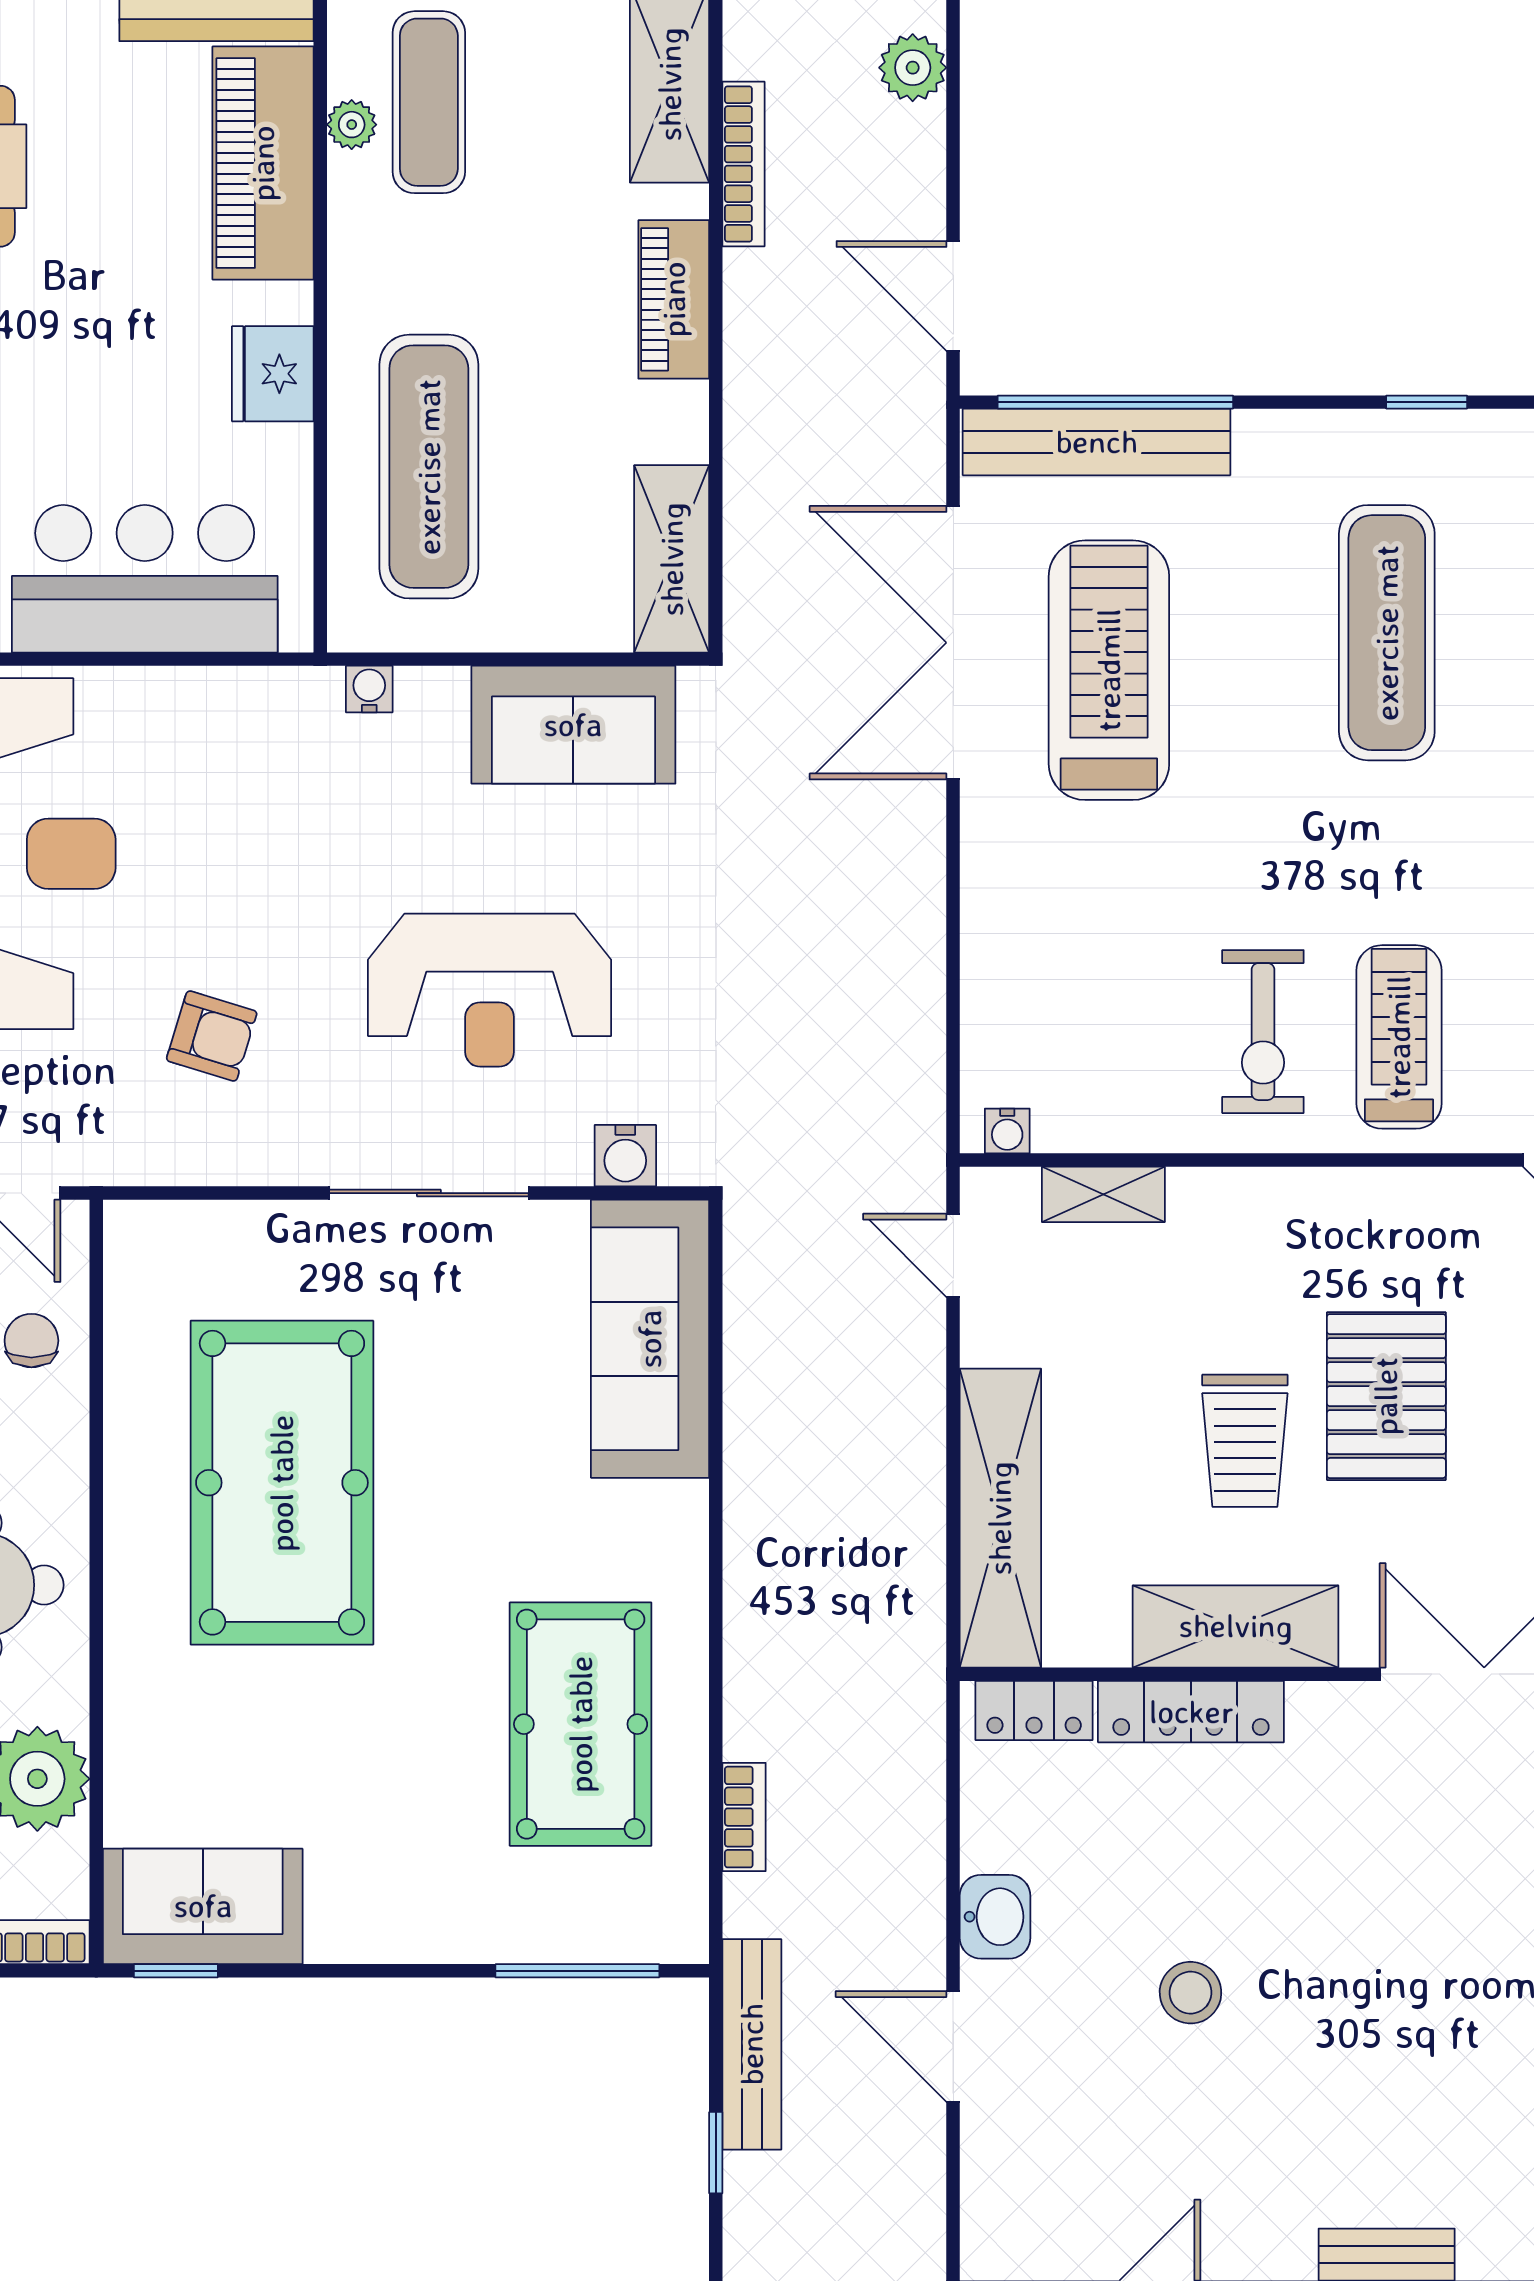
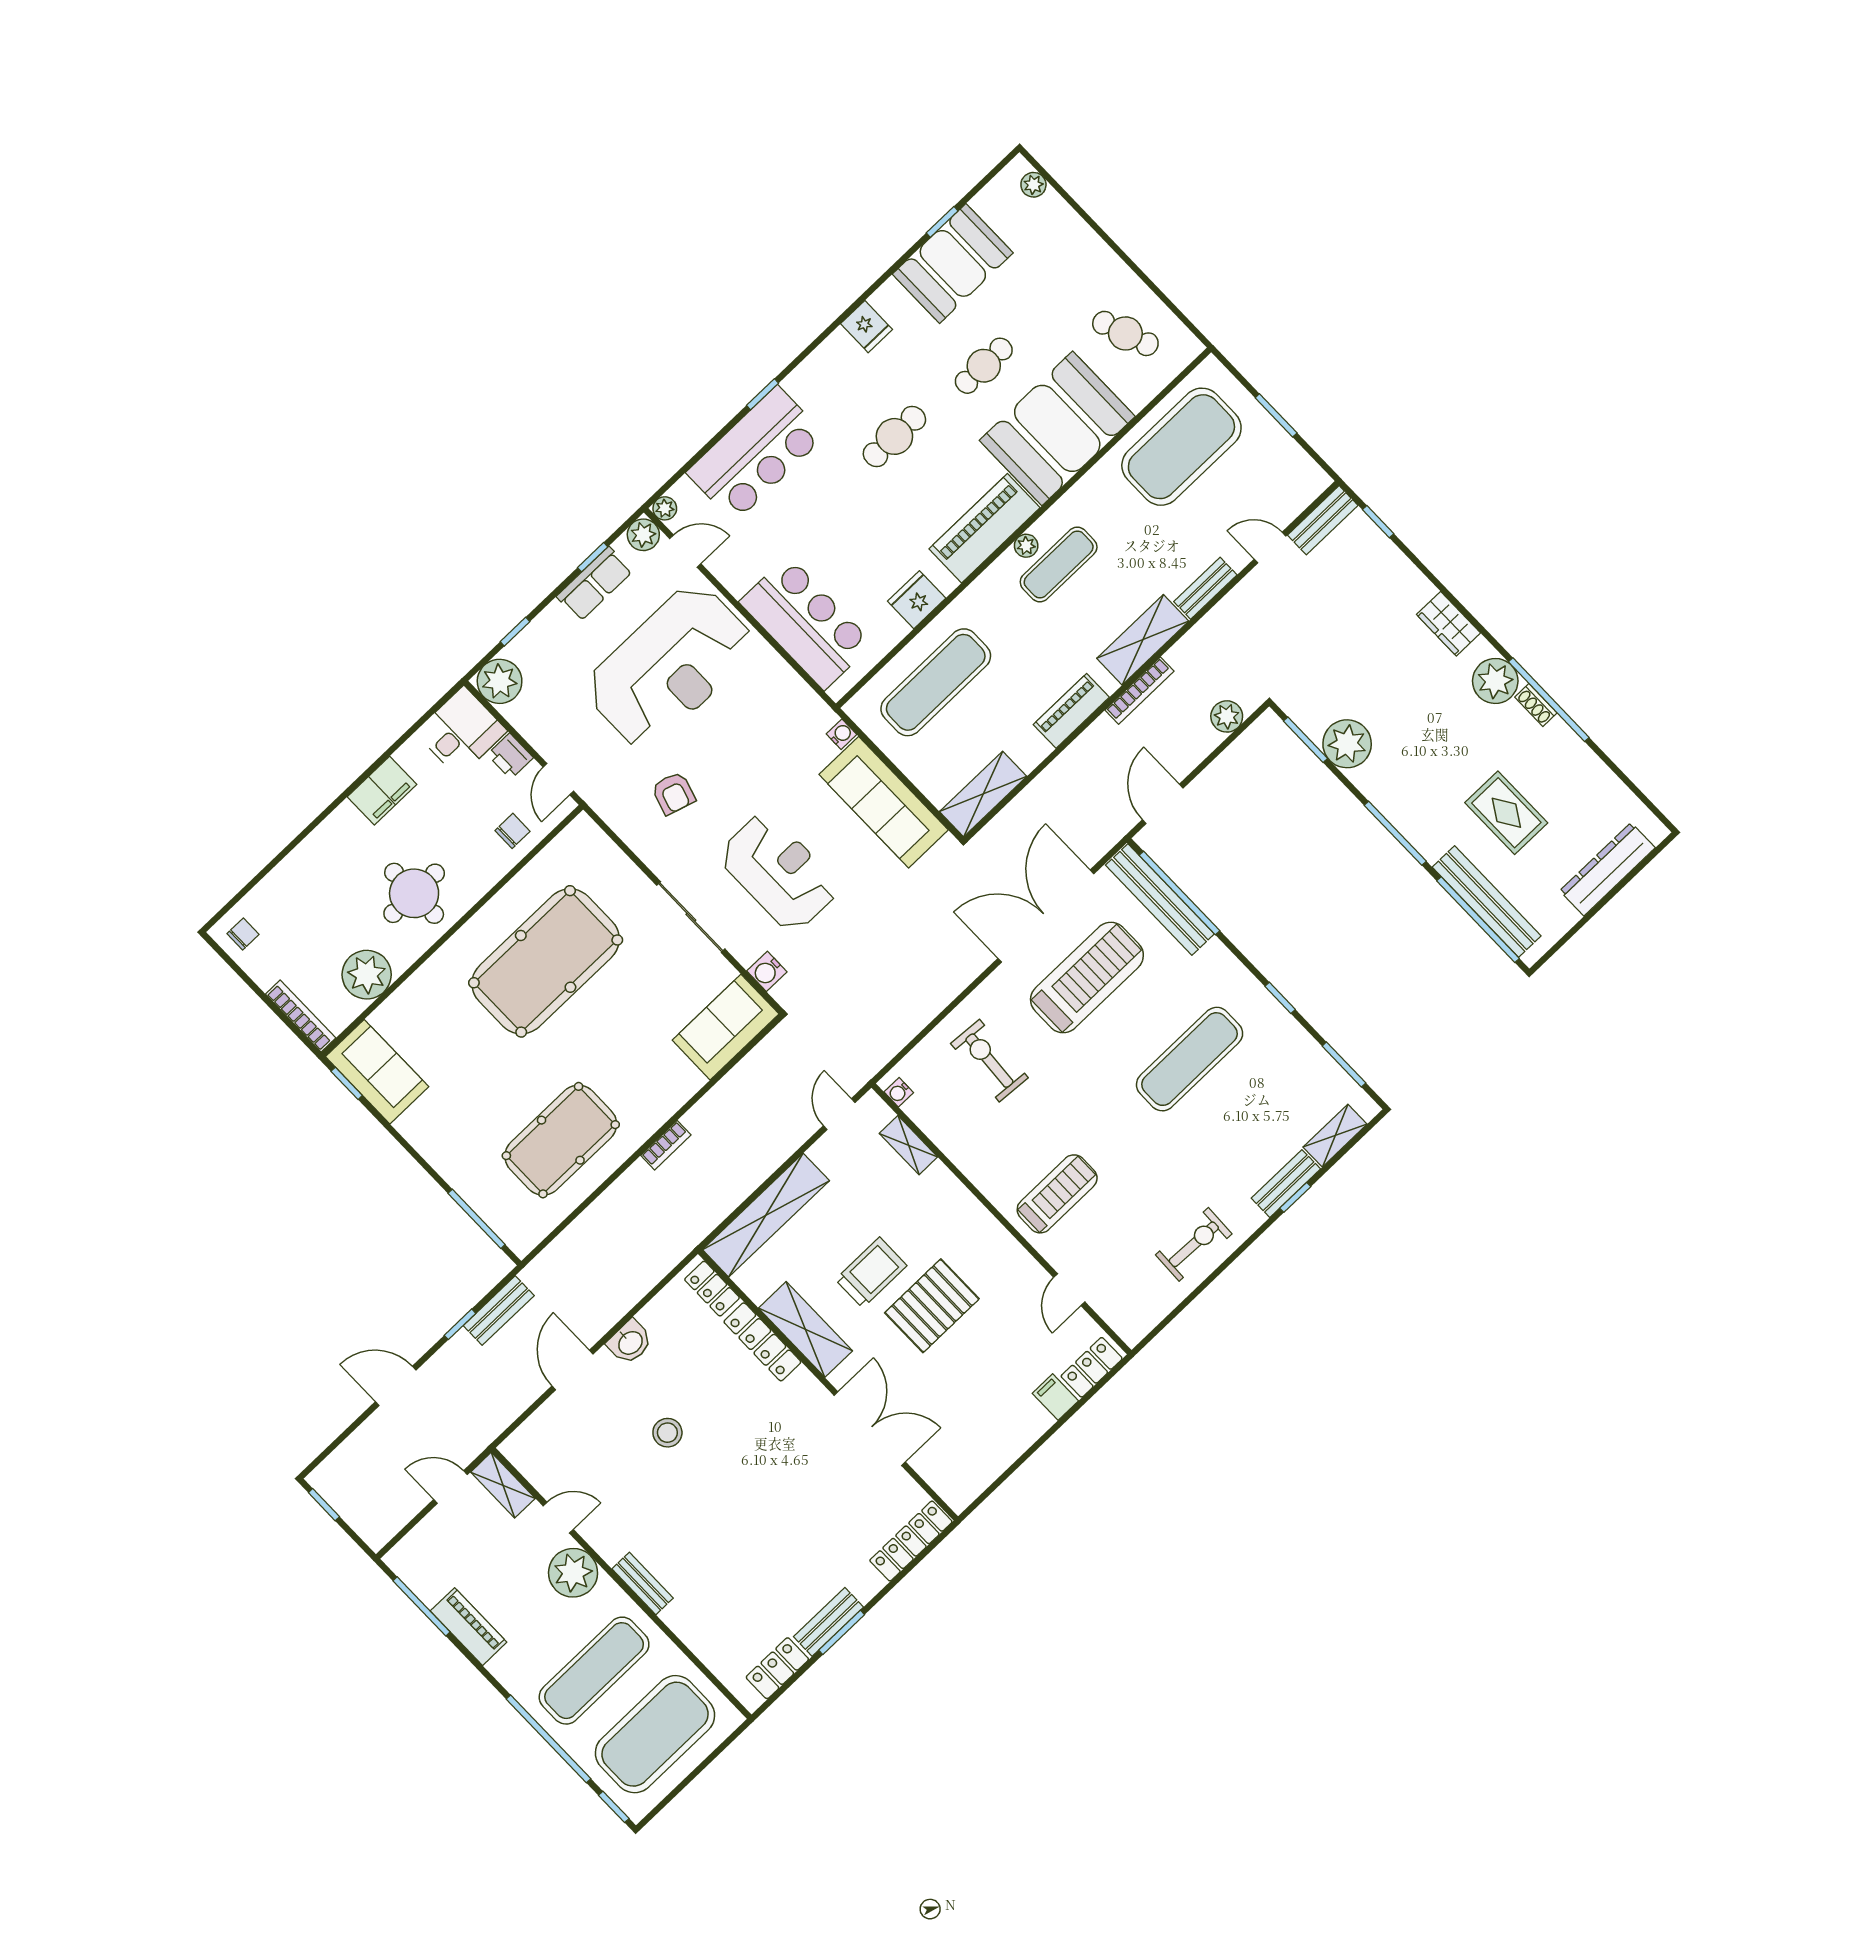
sofa: (573, 725) -> (884, 802), width x1.36
reception desk: (490, 990) -> (779, 872), turned 180
exercise bike: (1263, 1032) -> (989, 1061), moved, turned 94
sofa: (650, 1339) -> (726, 1027), width x0.73
trolley: (1245, 1441) -> (871, 1273), turned 180
bookcase: (744, 1817) -> (666, 1145), moved
bench: (752, 2044) -> (499, 1311), width x0.73

